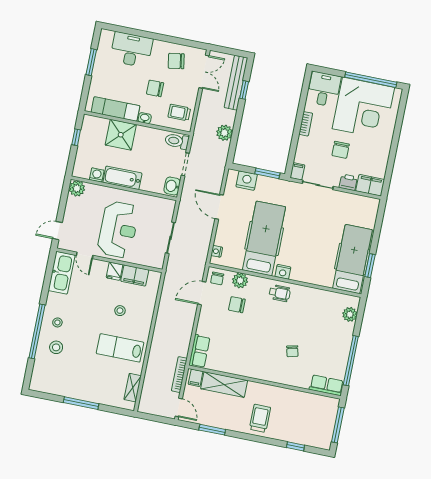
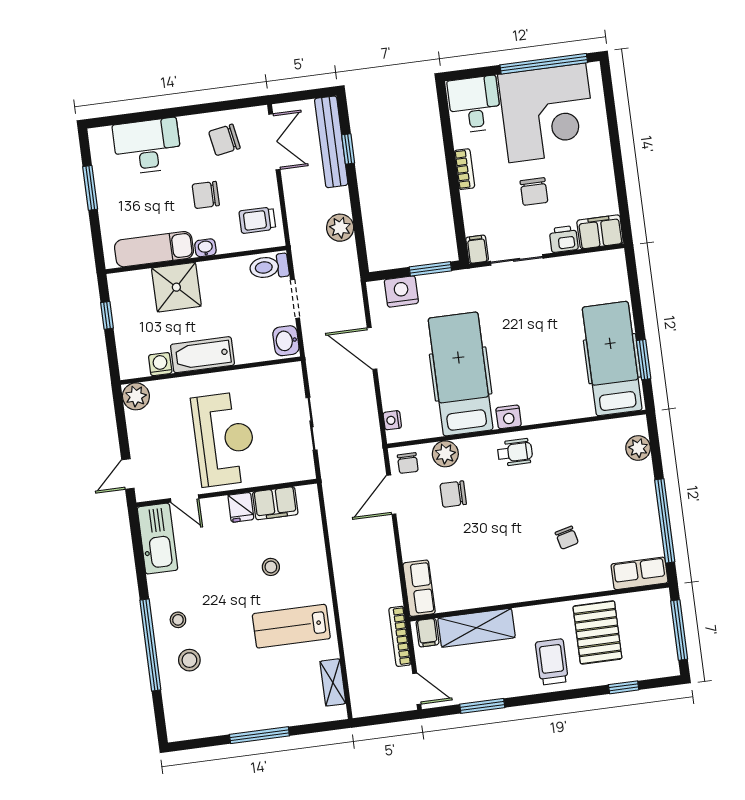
pallet: (291, 410) -> (597, 632), added

